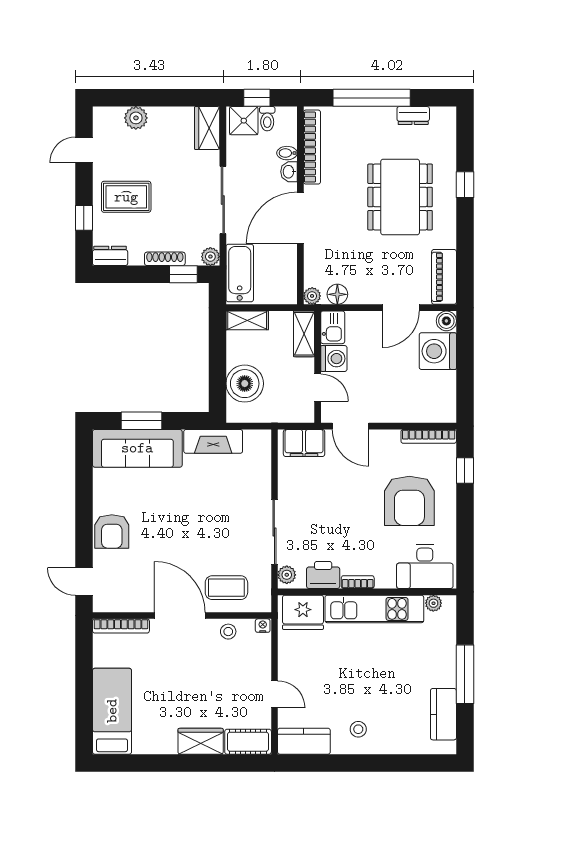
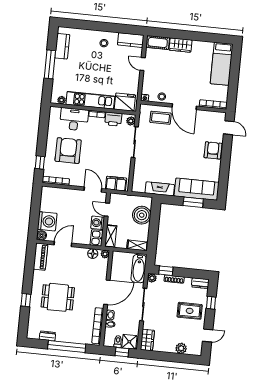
dining table: (400, 197) -> (58, 297), width x0.73
desk: (425, 567) -> (74, 119), moved

